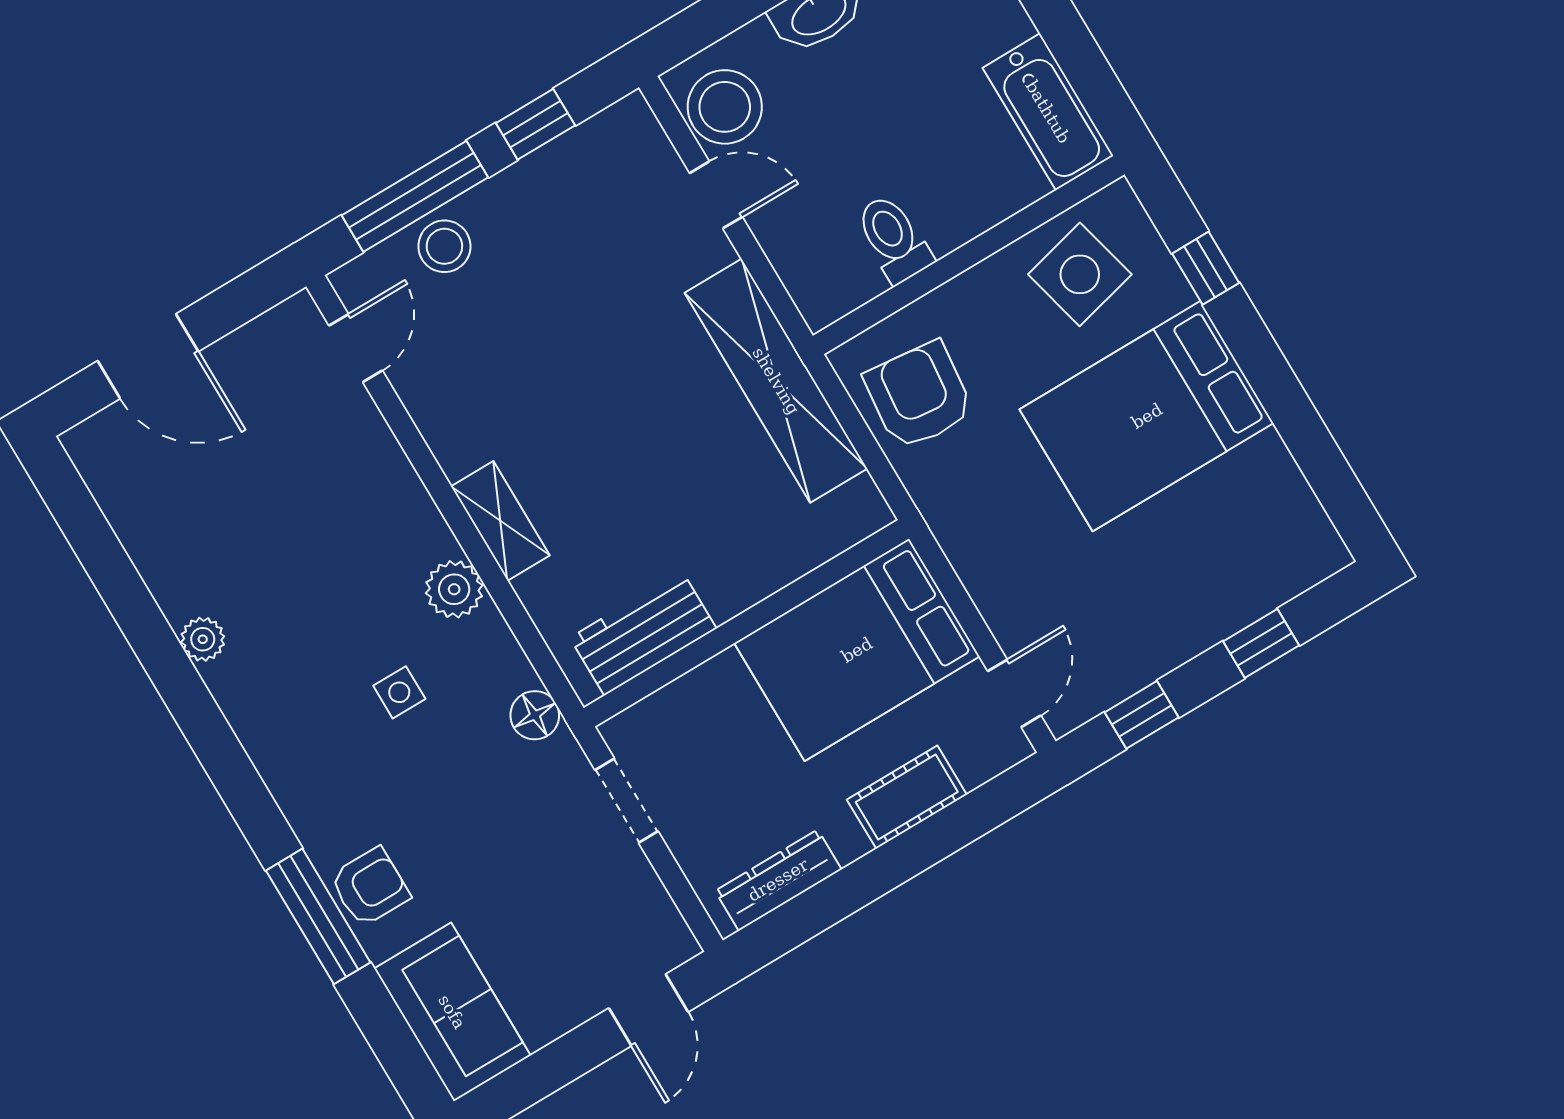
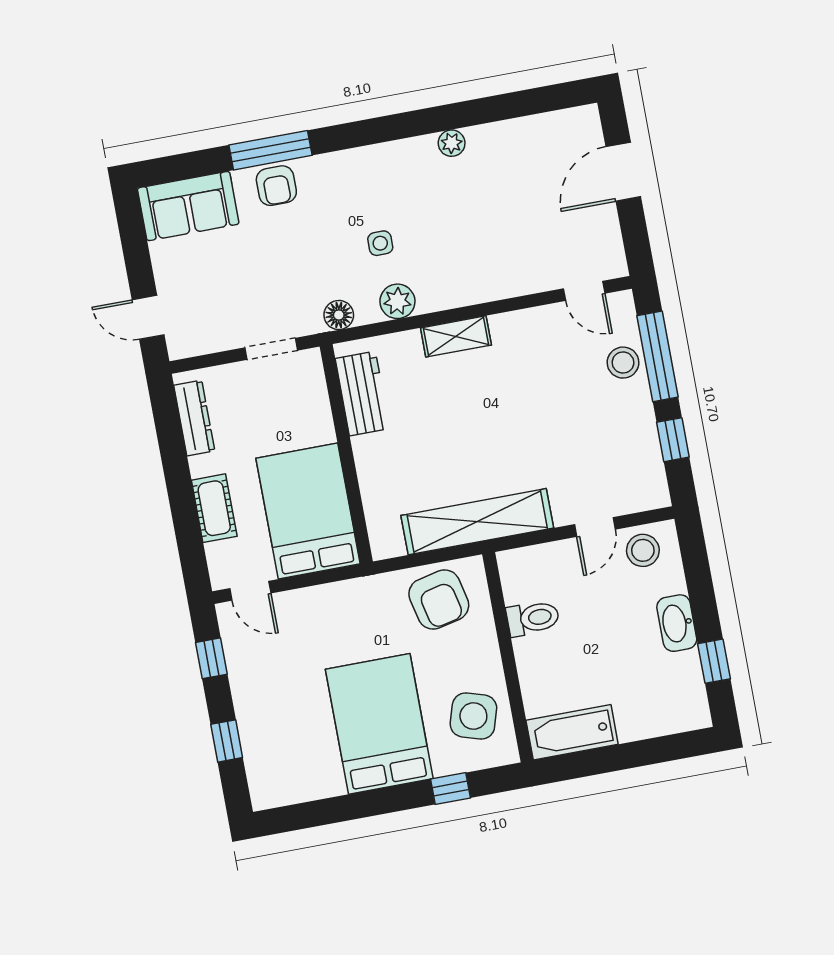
stool: (725, 107) -> (643, 550), width x0.73, depth x0.73
side table: (1080, 274) -> (473, 716), turned 31
armchair: (919, 395) -> (439, 600), turned 71
plant: (454, 589) -> (397, 301), moved

